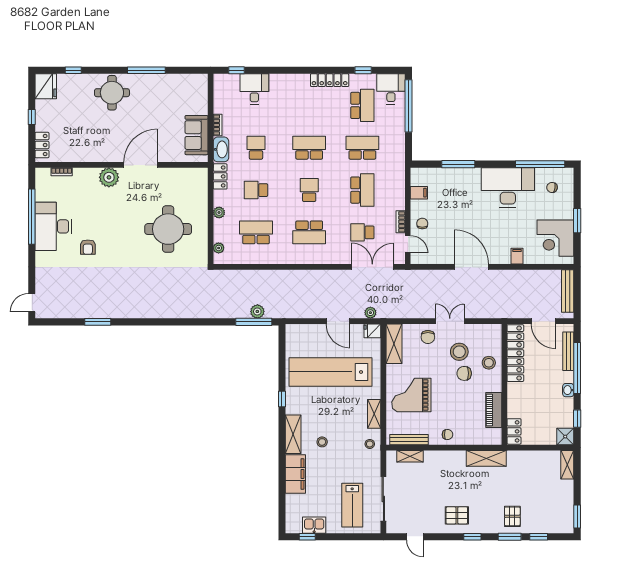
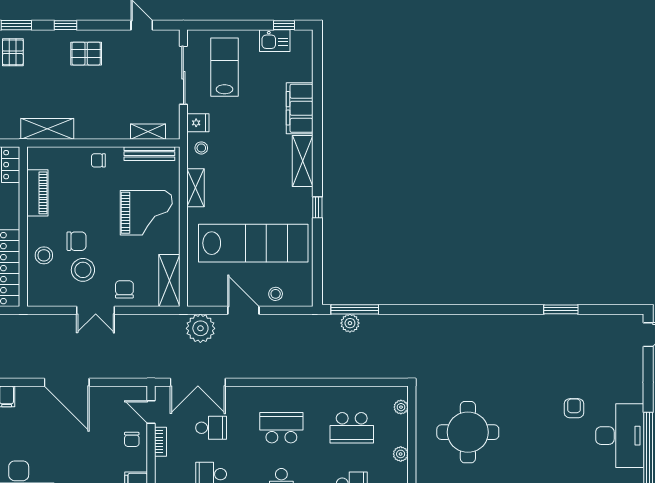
plant: (370, 313) -> (200, 328), width x1.88, depth x1.88
fridge: (372, 331) -> (198, 123), moved
stool: (322, 442) -> (276, 294), moved

